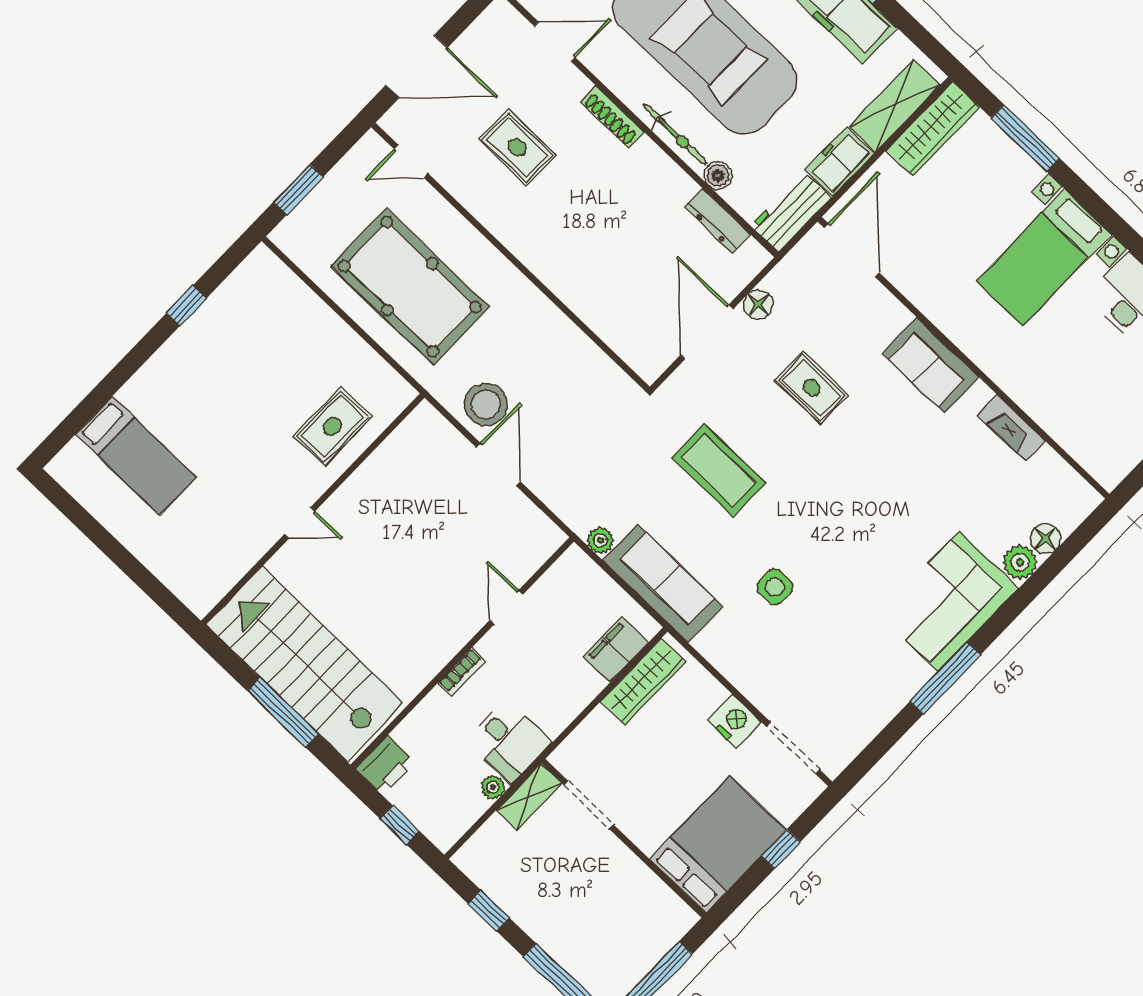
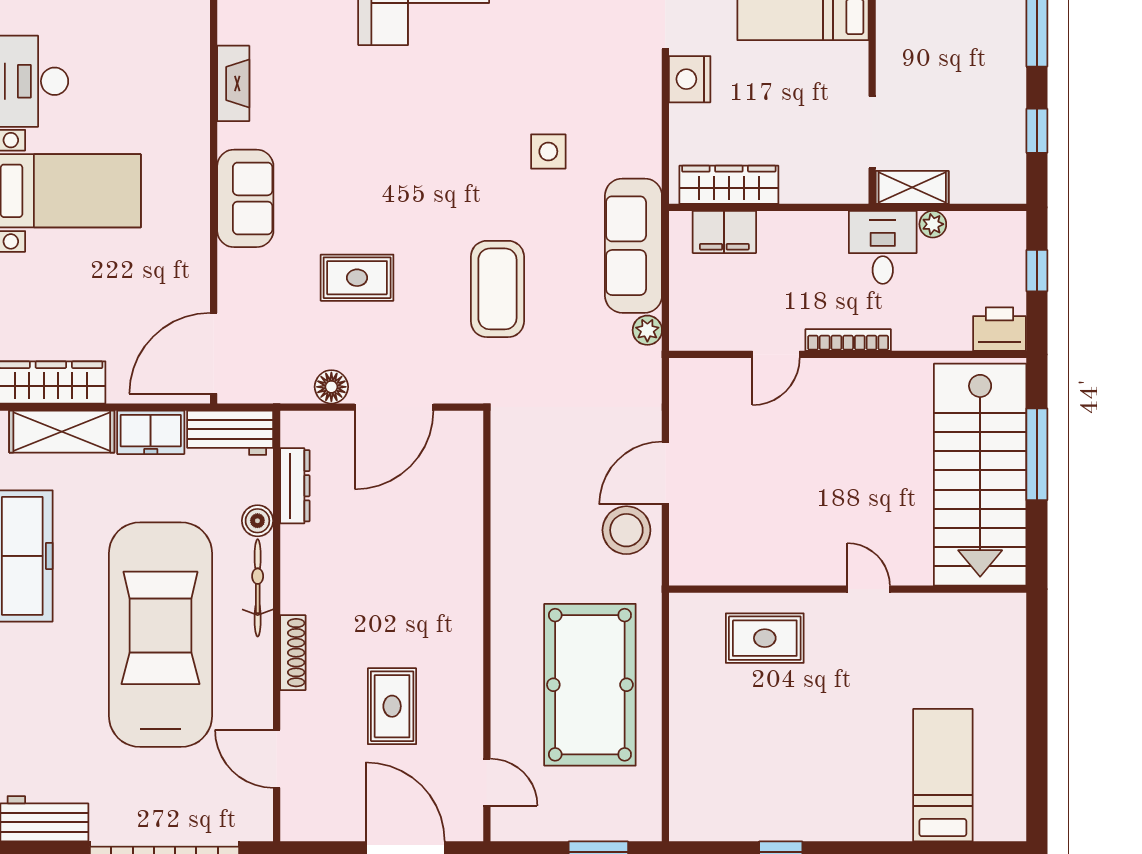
rug: (812, 388) -> (357, 278), turned 90
bookcase: (462, 672) -> (848, 340), width x1.56

